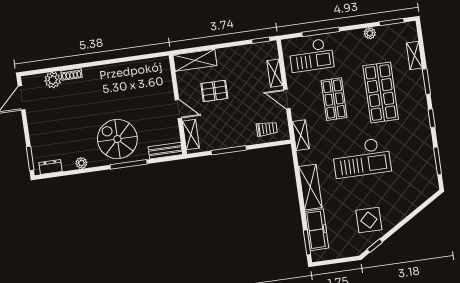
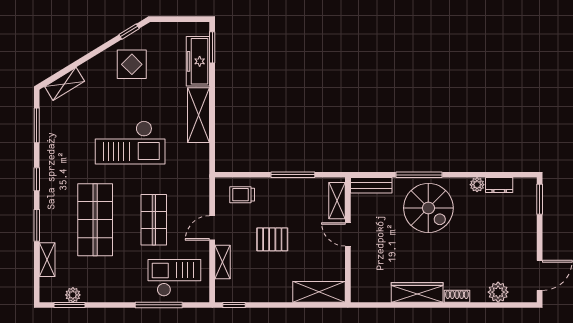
plant: (370, 33) -> (73, 295), moved
wardrobe: (117, 71) -> (417, 292), added
shoe rack: (71, 74) -> (457, 296), moved
pallet: (214, 91) -> (272, 239), moved
door: (287, 99) -> (212, 228), swing flipped
shelving: (301, 135) -> (65, 84), moved, turned 59
checkout: (362, 158) -> (130, 142), turned 180
dresser: (50, 167) -> (499, 185), moved

